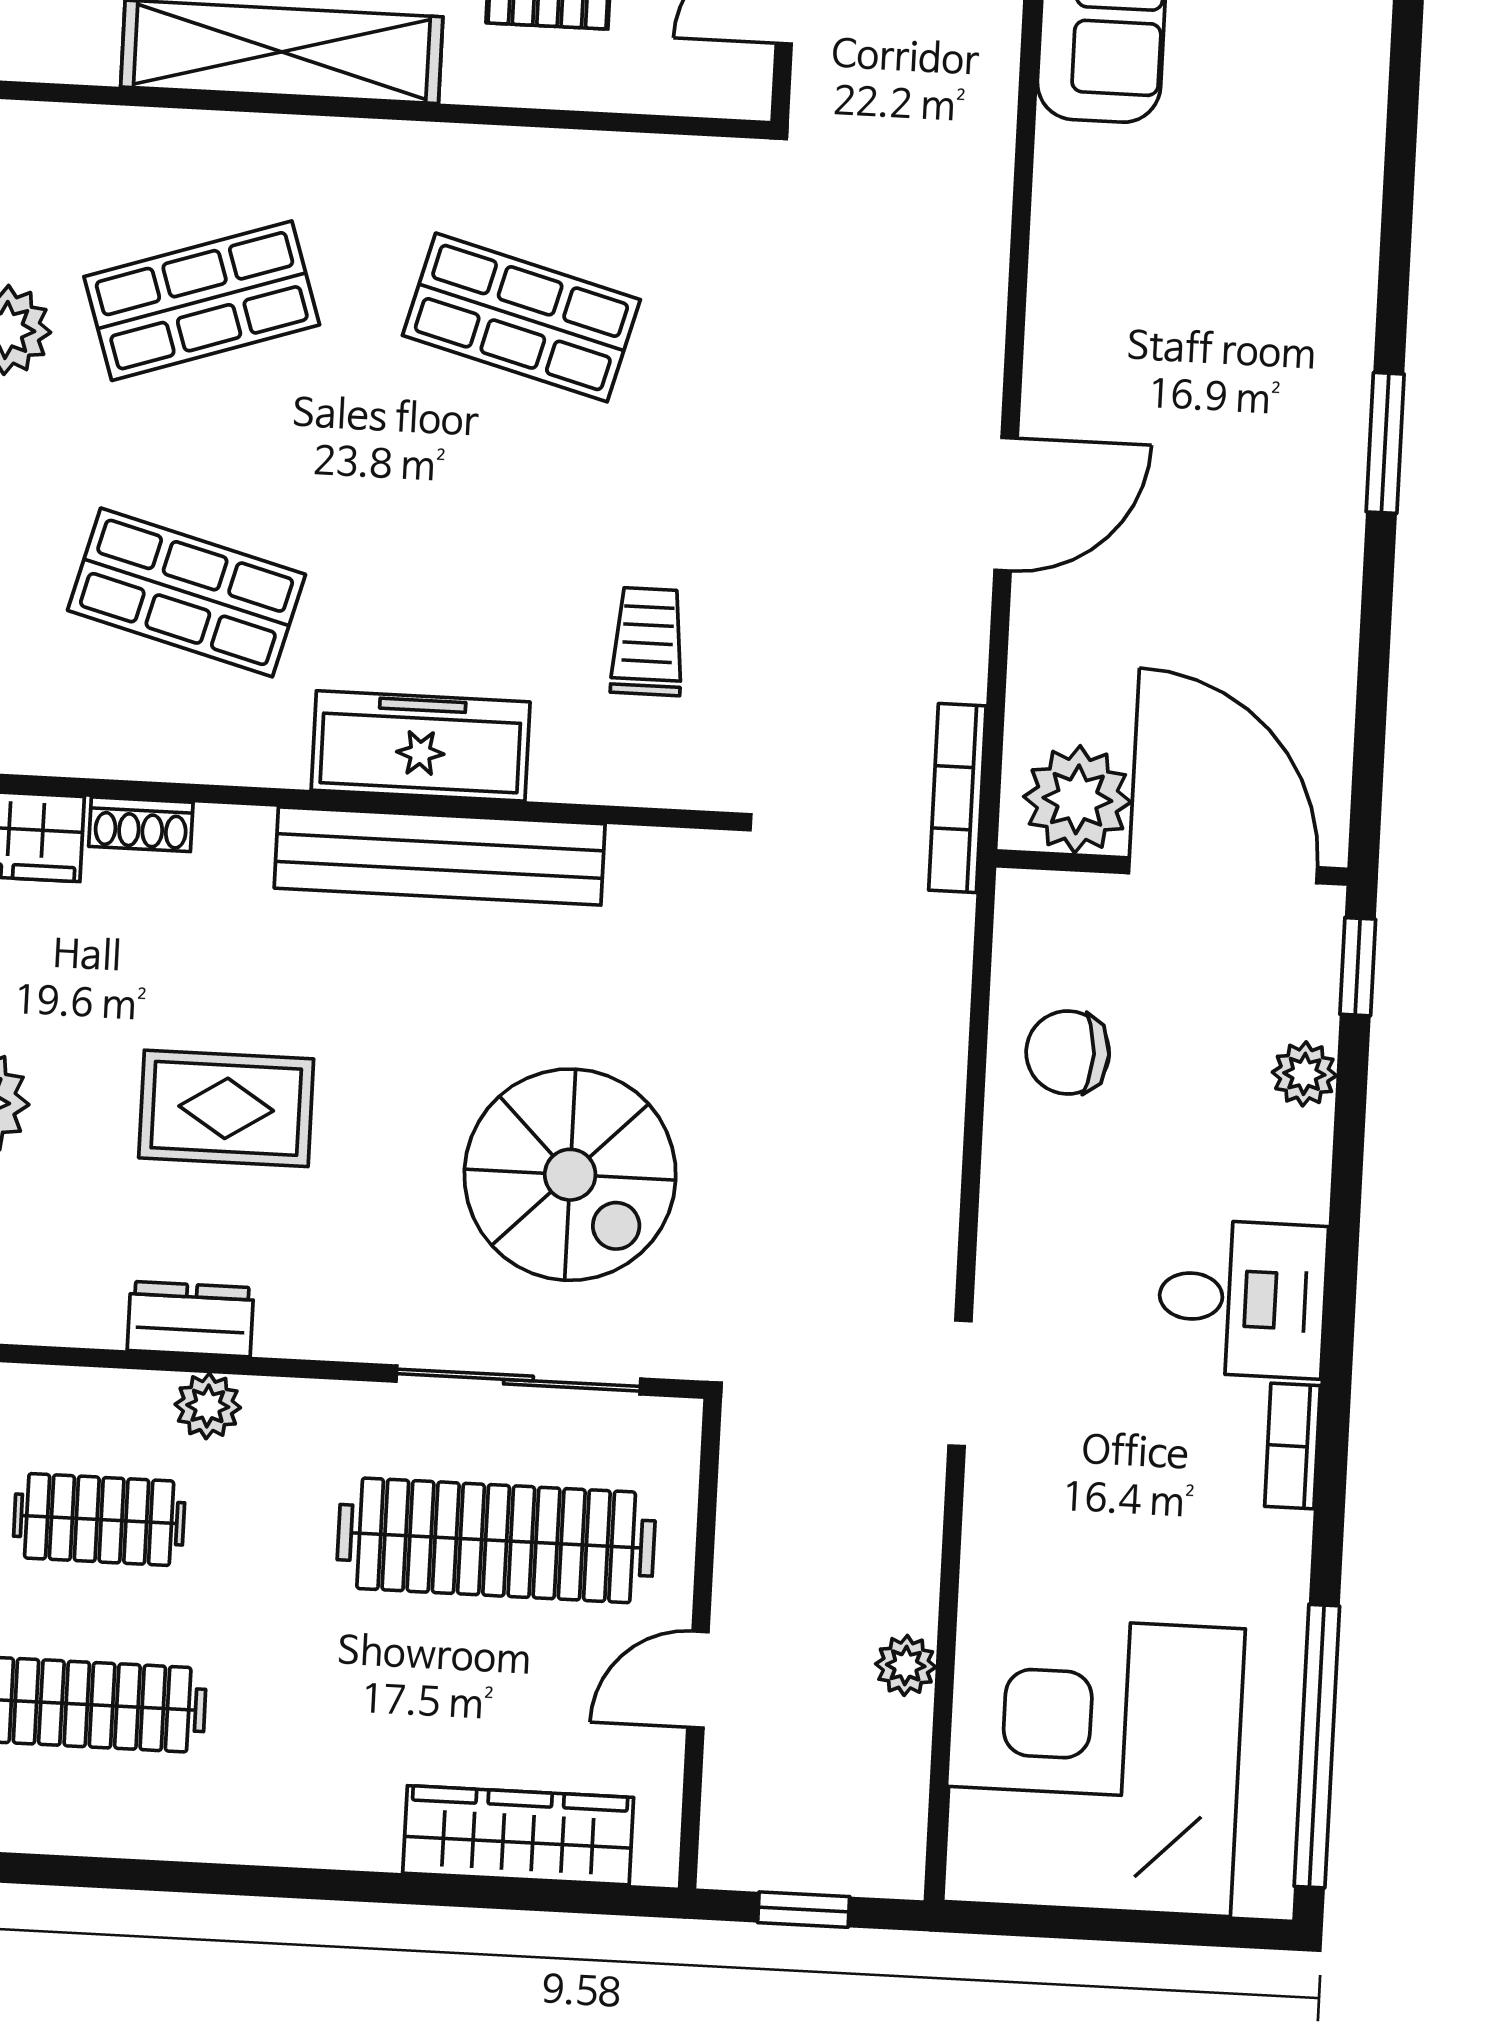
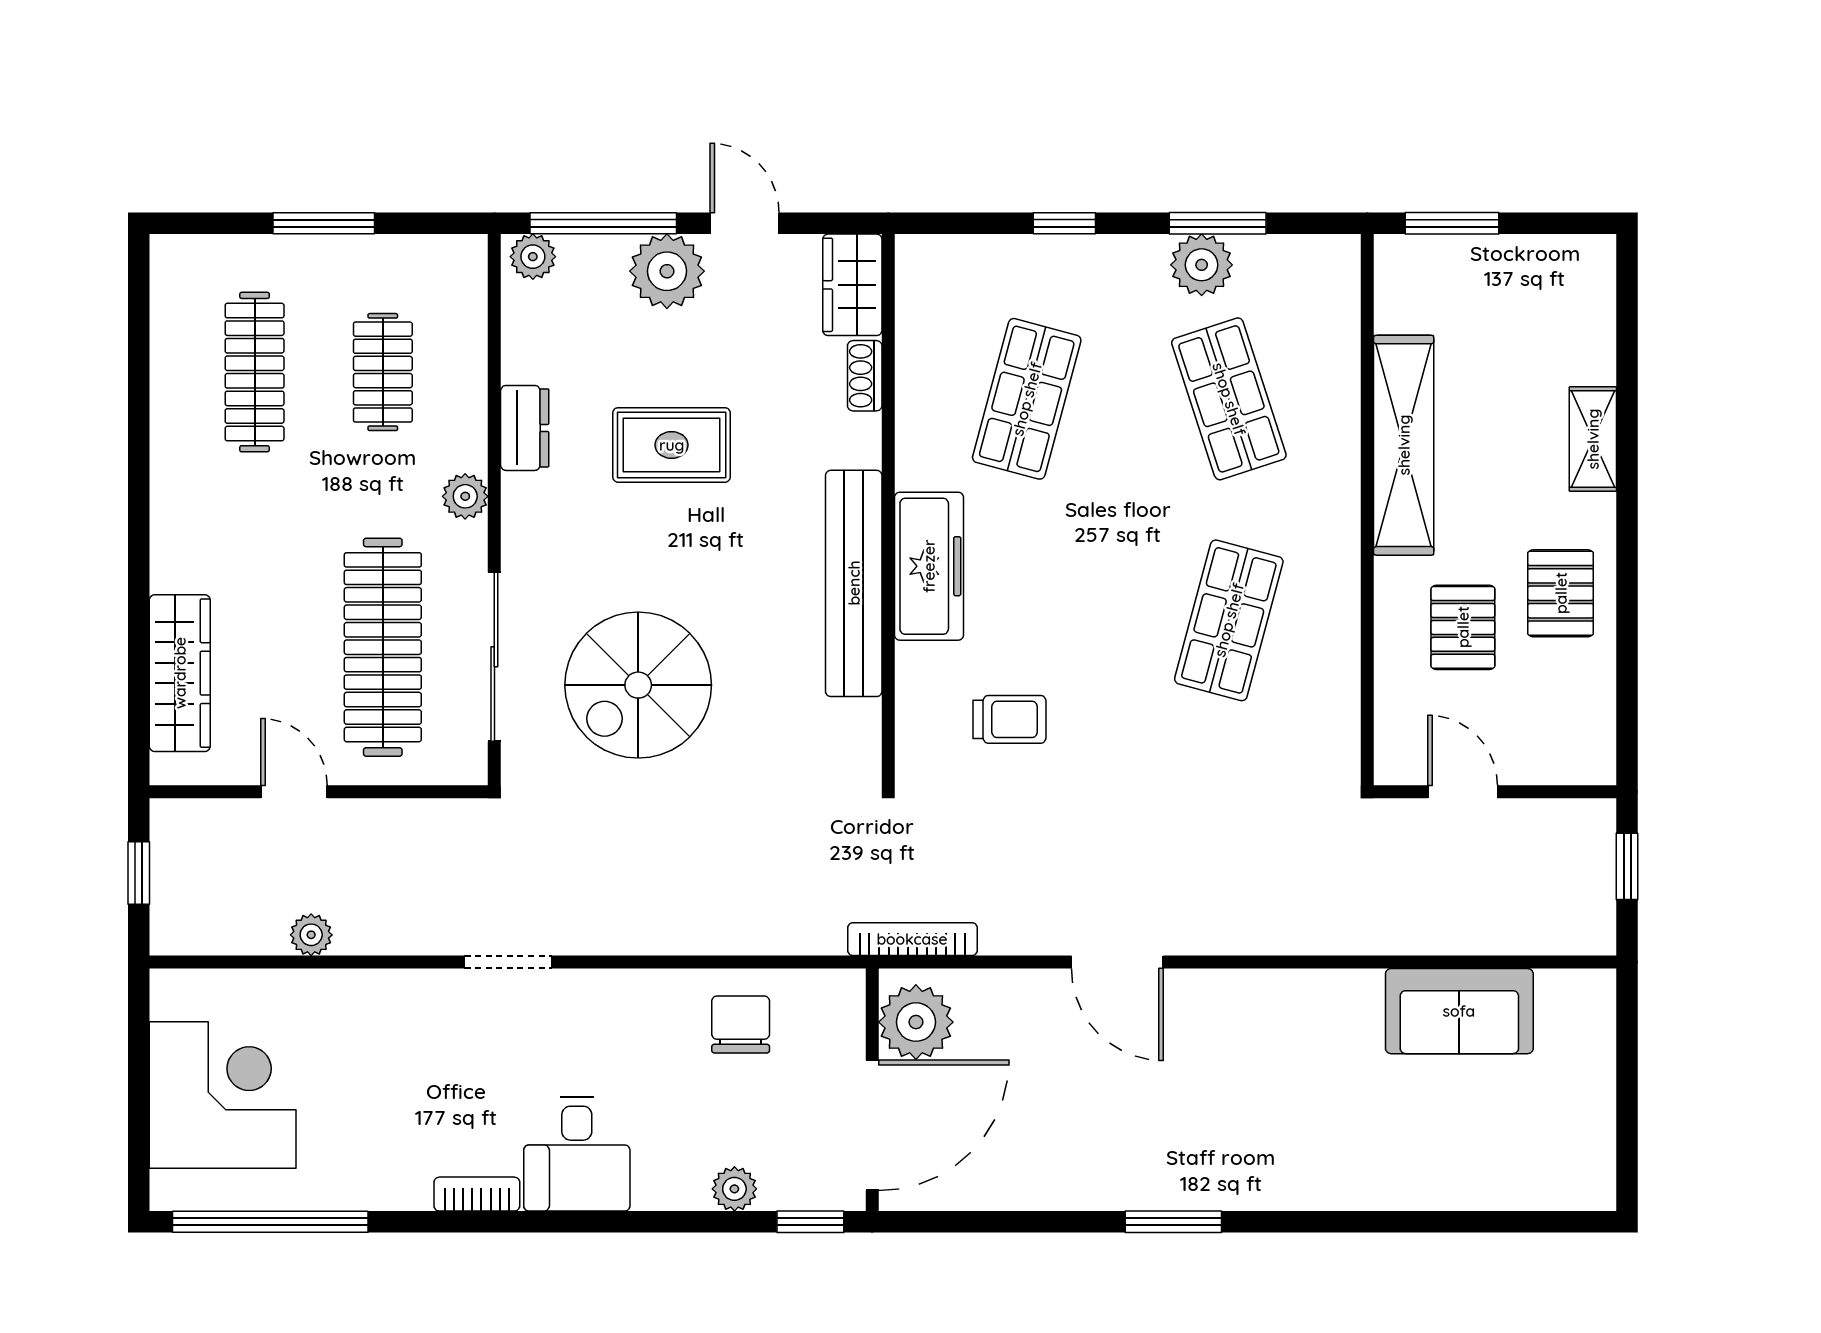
rug: (226, 1108) -> (672, 445), turned 90
plant: (208, 1406) -> (465, 496), moved
corner desk: (1094, 1765) -> (223, 1095), width x0.74, depth x0.74

